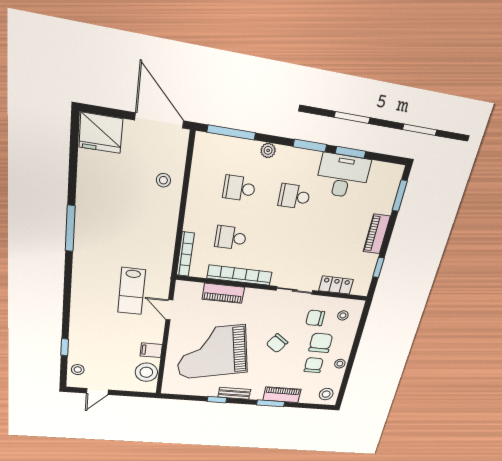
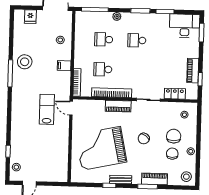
fridge: (101, 133) -> (30, 17), width x0.53, depth x0.75
desk: (343, 176) -> (185, 26), moved
piano: (377, 234) -> (193, 71), moved
lab bench: (132, 291) -> (47, 109), turned 180
piano: (223, 293) -> (118, 106), moved
door: (169, 310) -> (71, 108), moved
chair: (315, 318) -> (166, 118), removed
filing cabinet: (151, 350) -> (64, 66), moved
stool: (146, 372) -> (25, 62), moved

